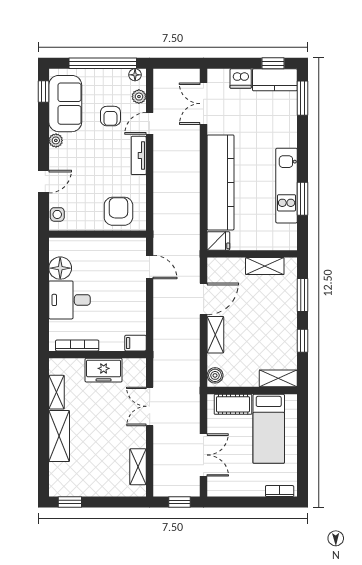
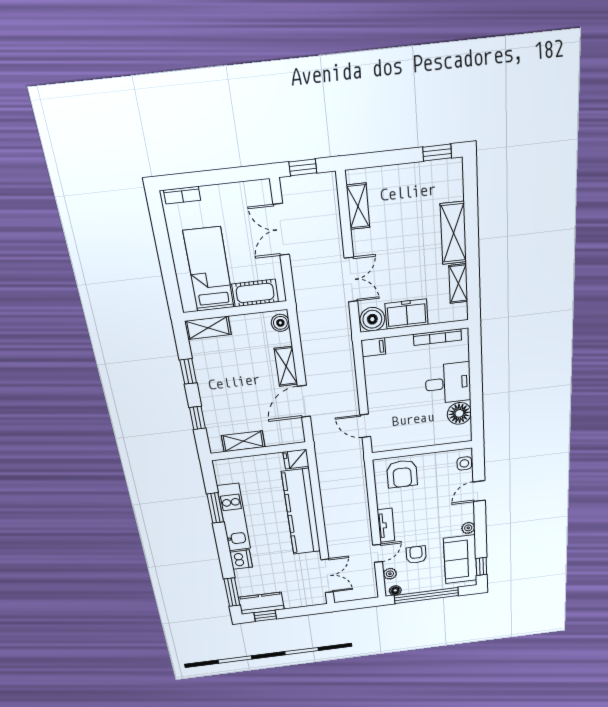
dishwasher: (241, 79) -> (241, 560), moved, turned 90
window: (302, 295) -> (197, 418), width x0.67
boiler: (134, 369) -> (372, 319), added

